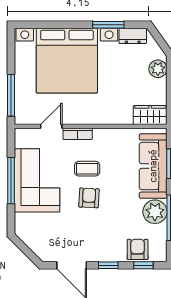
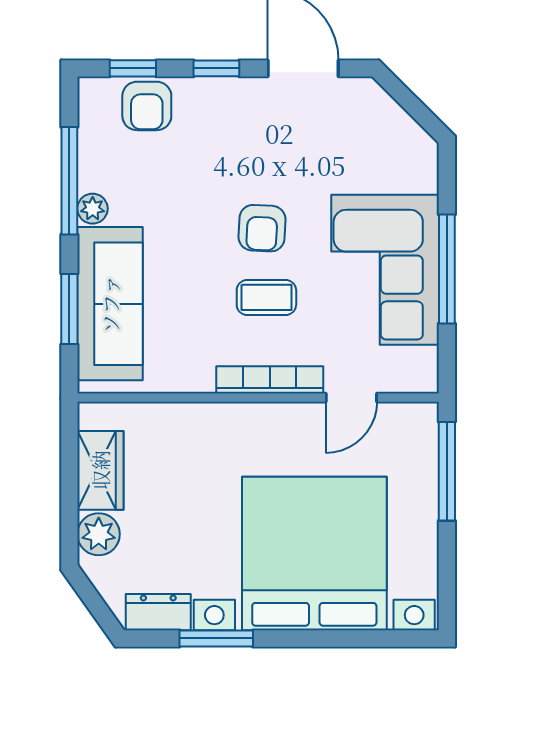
wardrobe: (150, 115) -> (100, 470), moved, turned -90
bookcase: (78, 134) -> (270, 380), width x1.56
plant: (155, 212) -> (93, 209), width x0.53, depth x0.53

